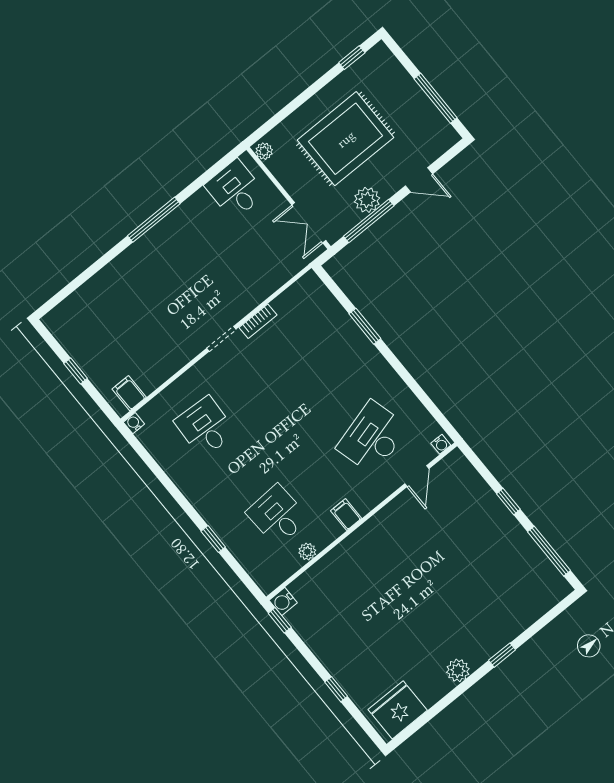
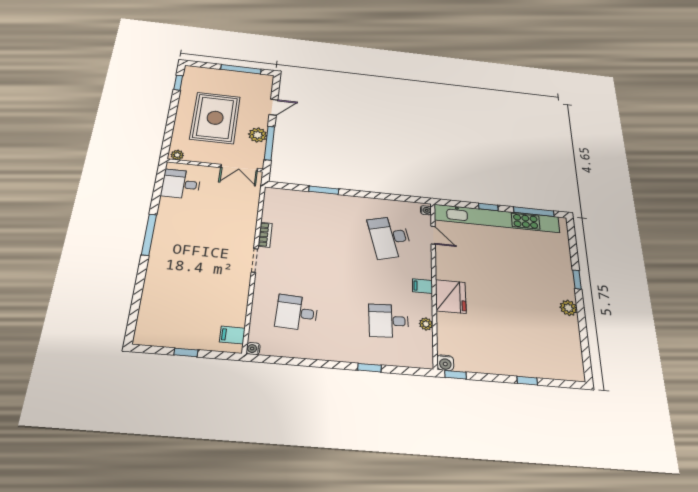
kitchen unit: (502, 521) -> (497, 218), added
fridge: (398, 710) -> (451, 297), moved, turned 180

